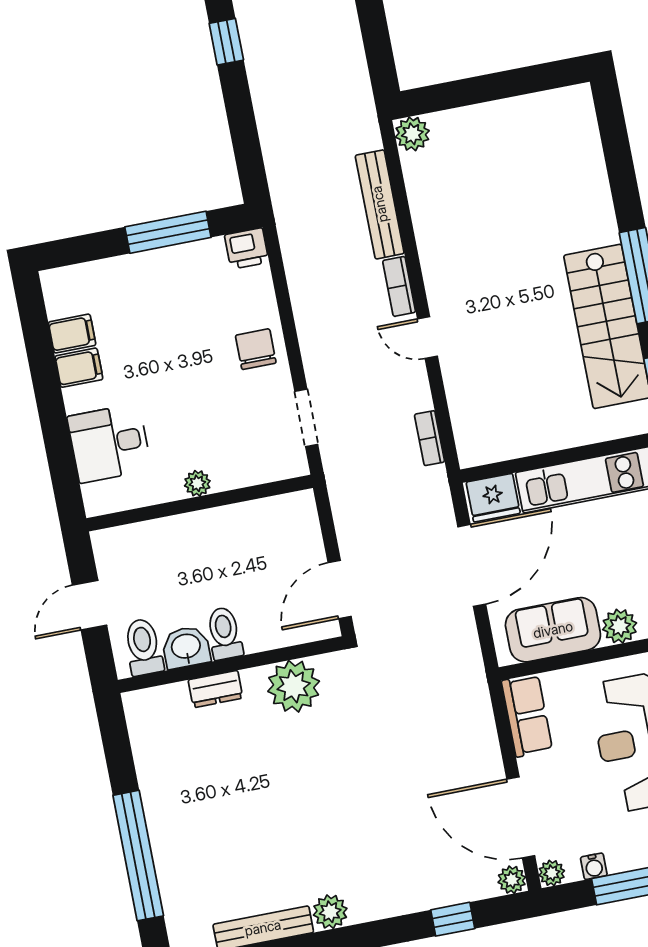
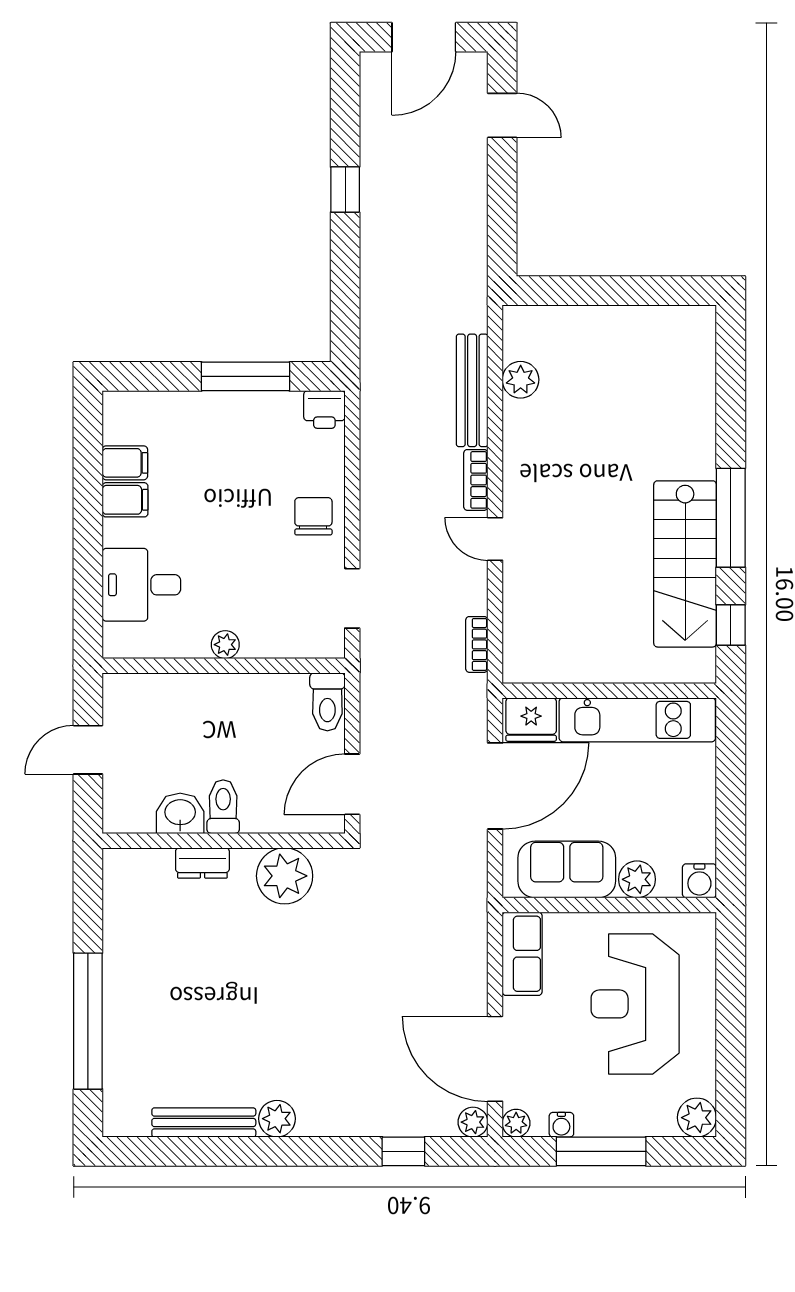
plant: (412, 134) -> (521, 380), moved
toilet: (144, 647) -> (327, 702), moved, turned 180

